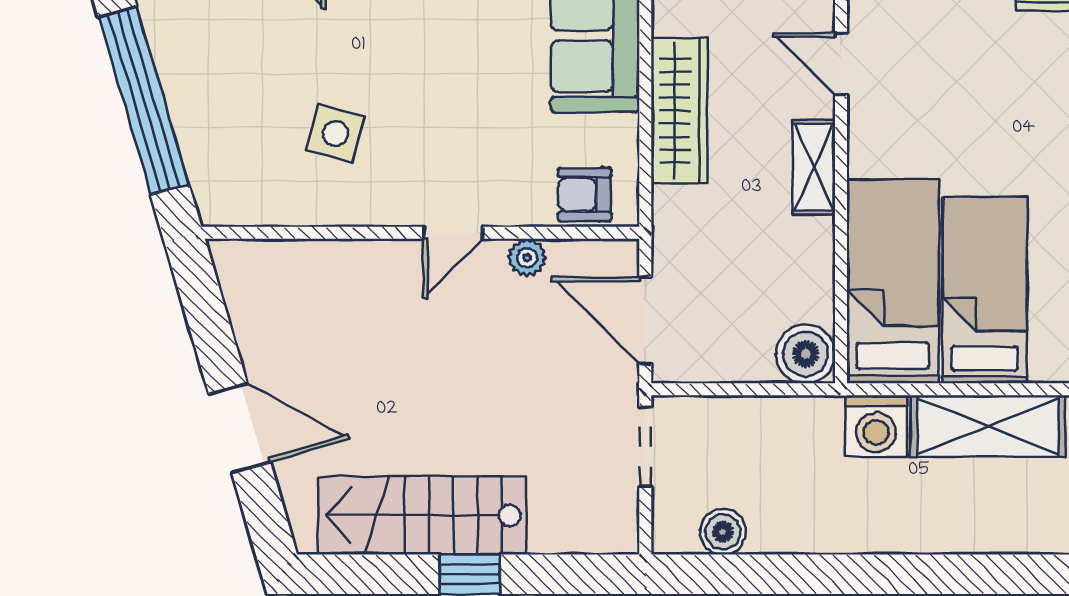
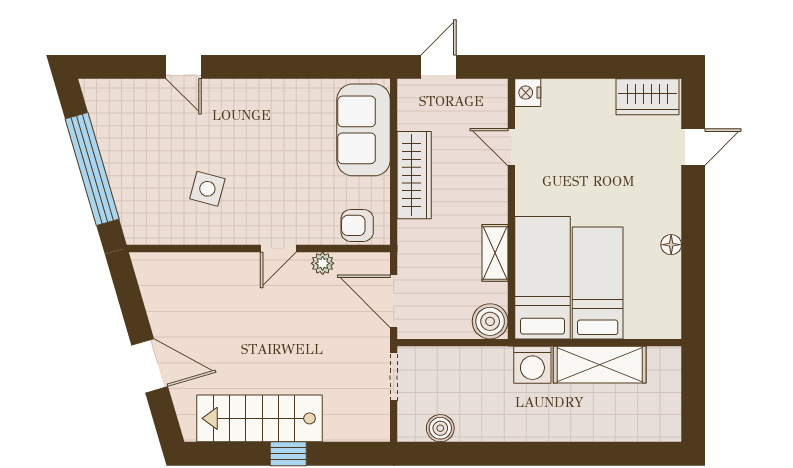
shelving: (814, 167) -> (495, 253), moved

